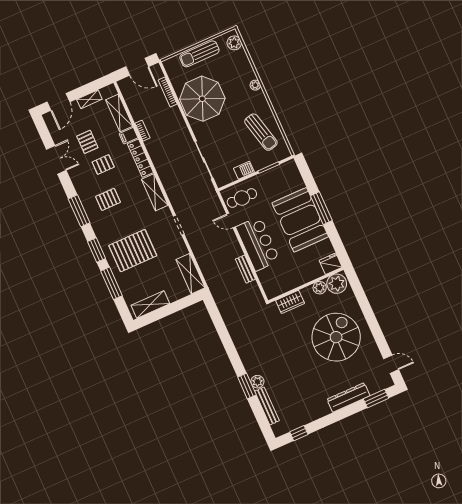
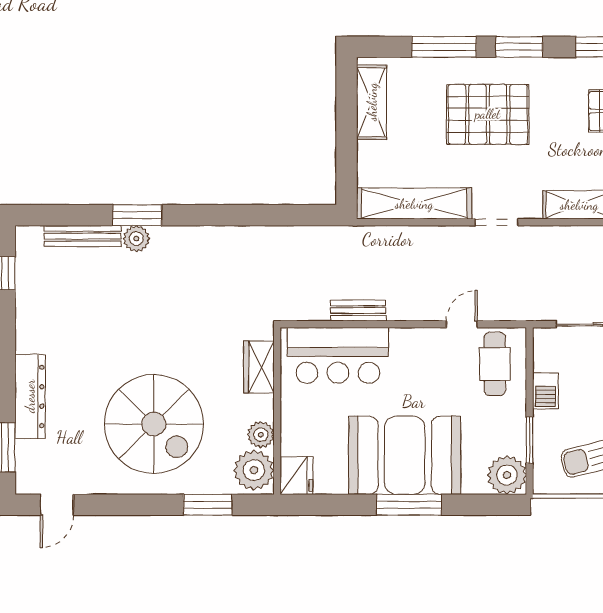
plant: (289, 171) -> (507, 475), added
bar counter: (258, 244) -> (338, 355), moved
pallet: (133, 251) -> (488, 114), turned 90
shelving: (190, 274) -> (414, 204), width x1.47
window: (361, 297) -> (208, 505), added

